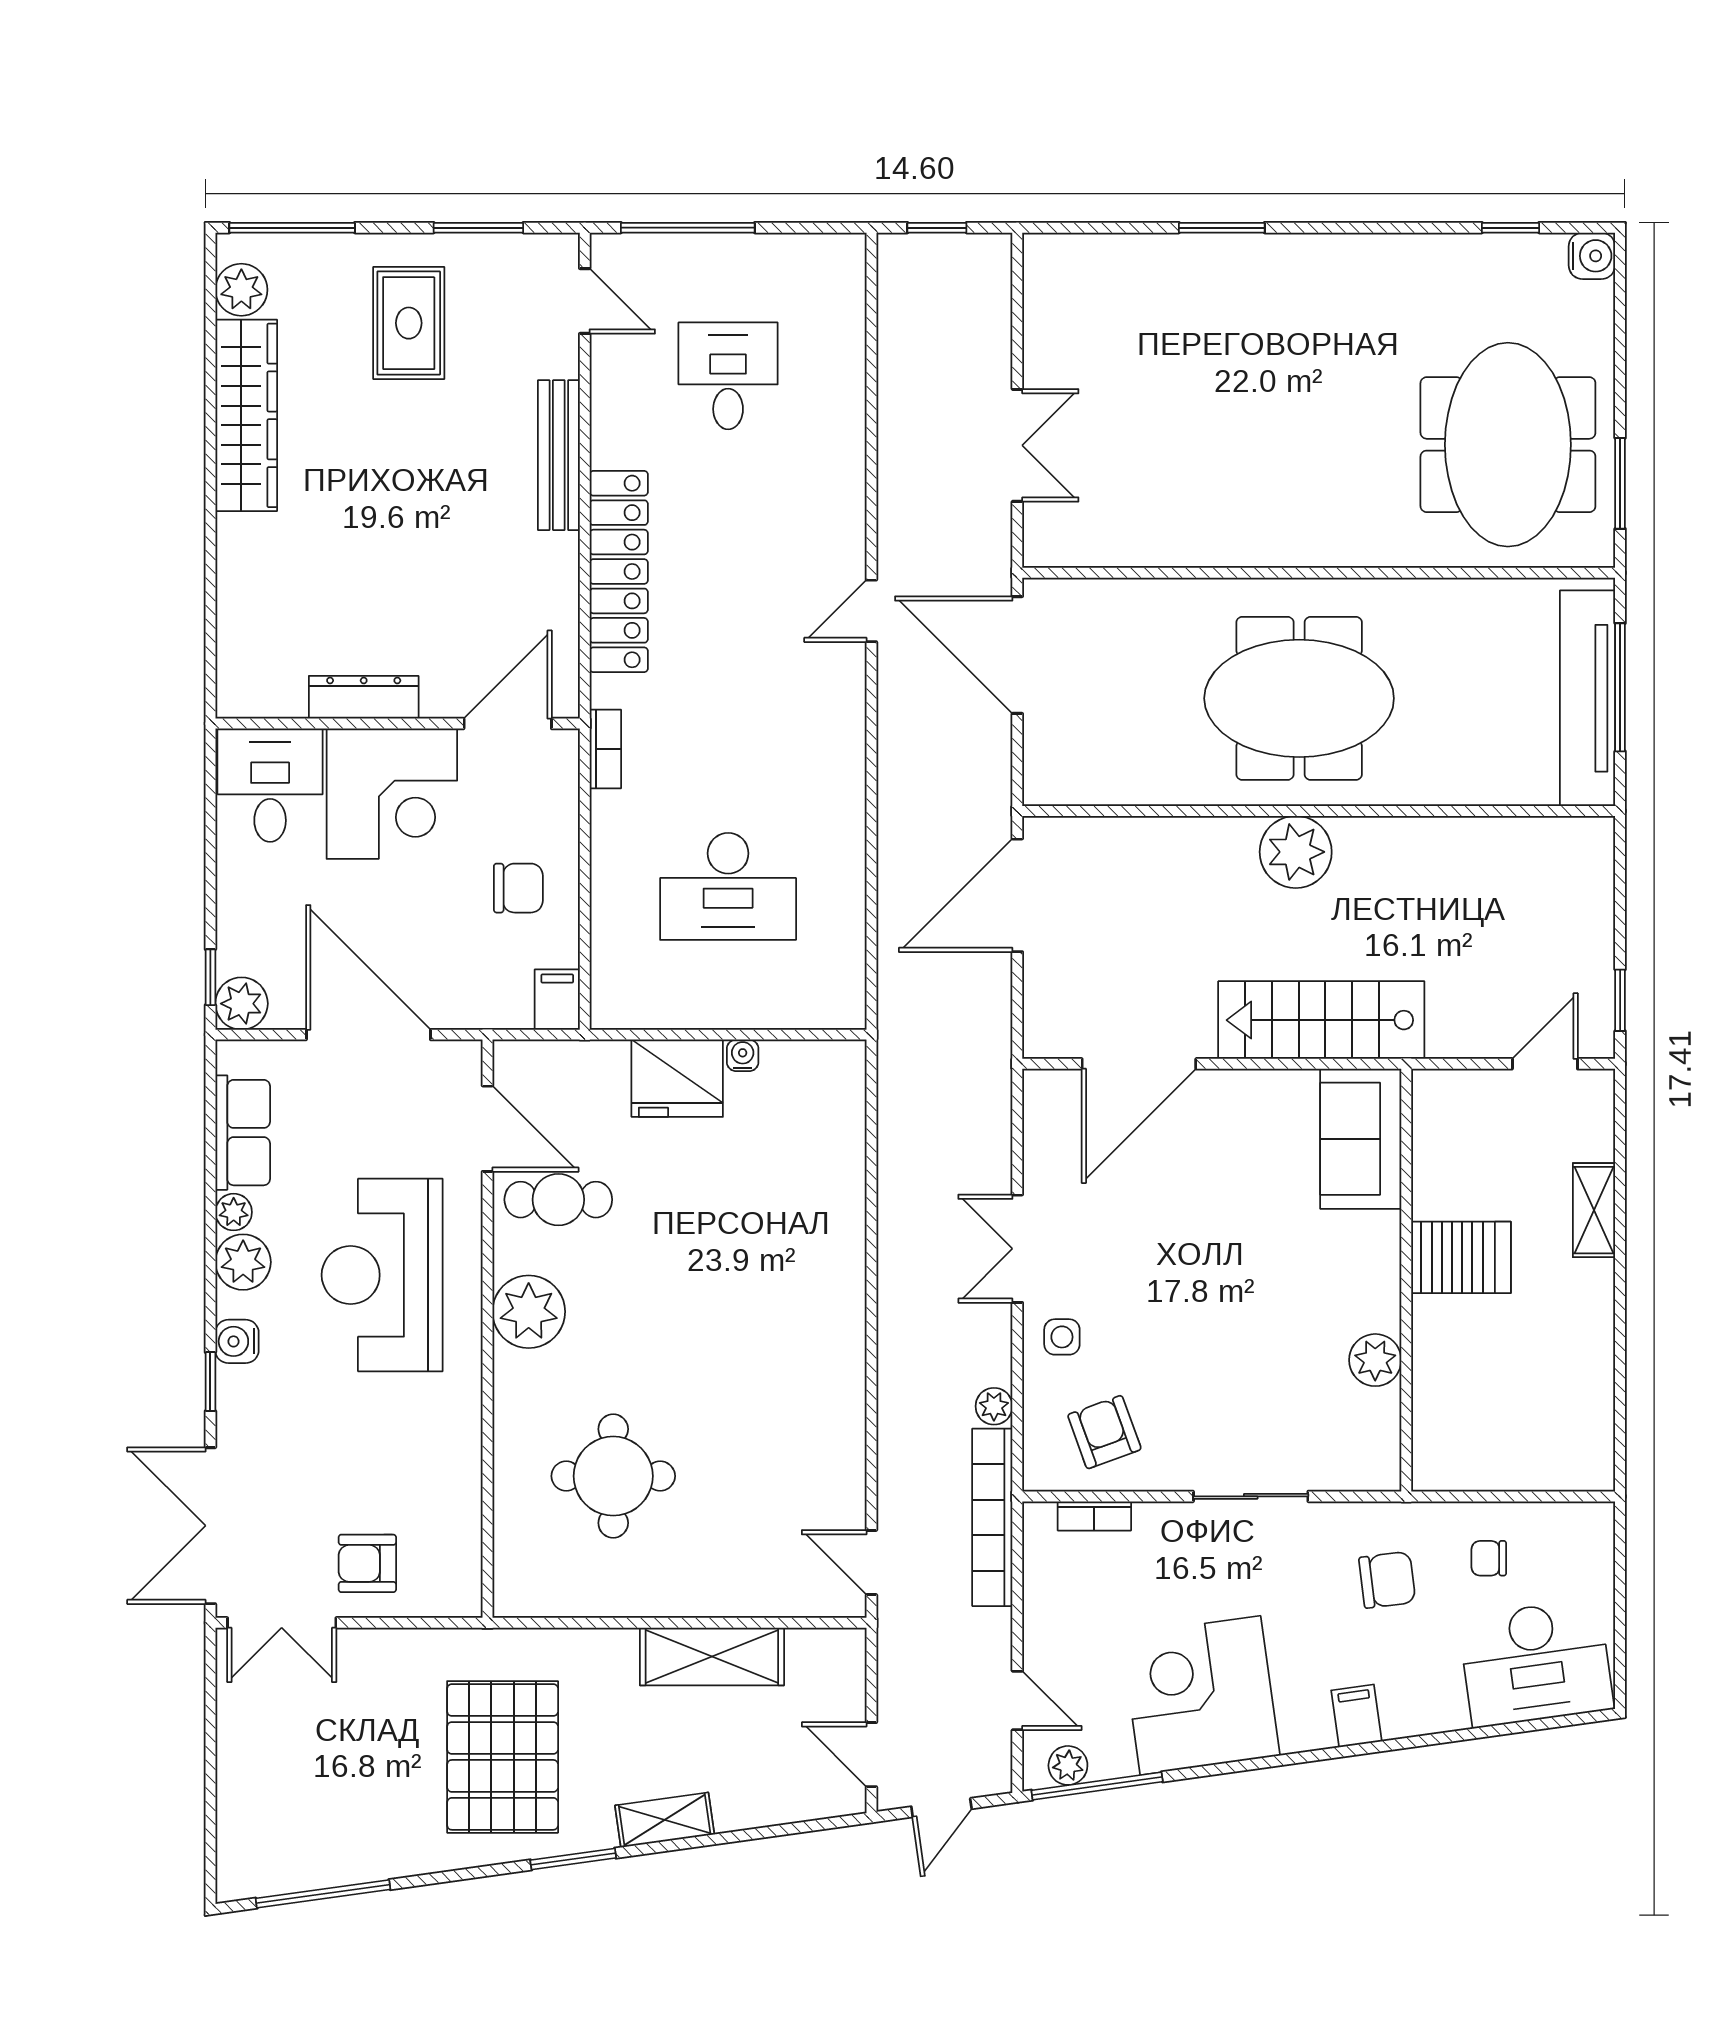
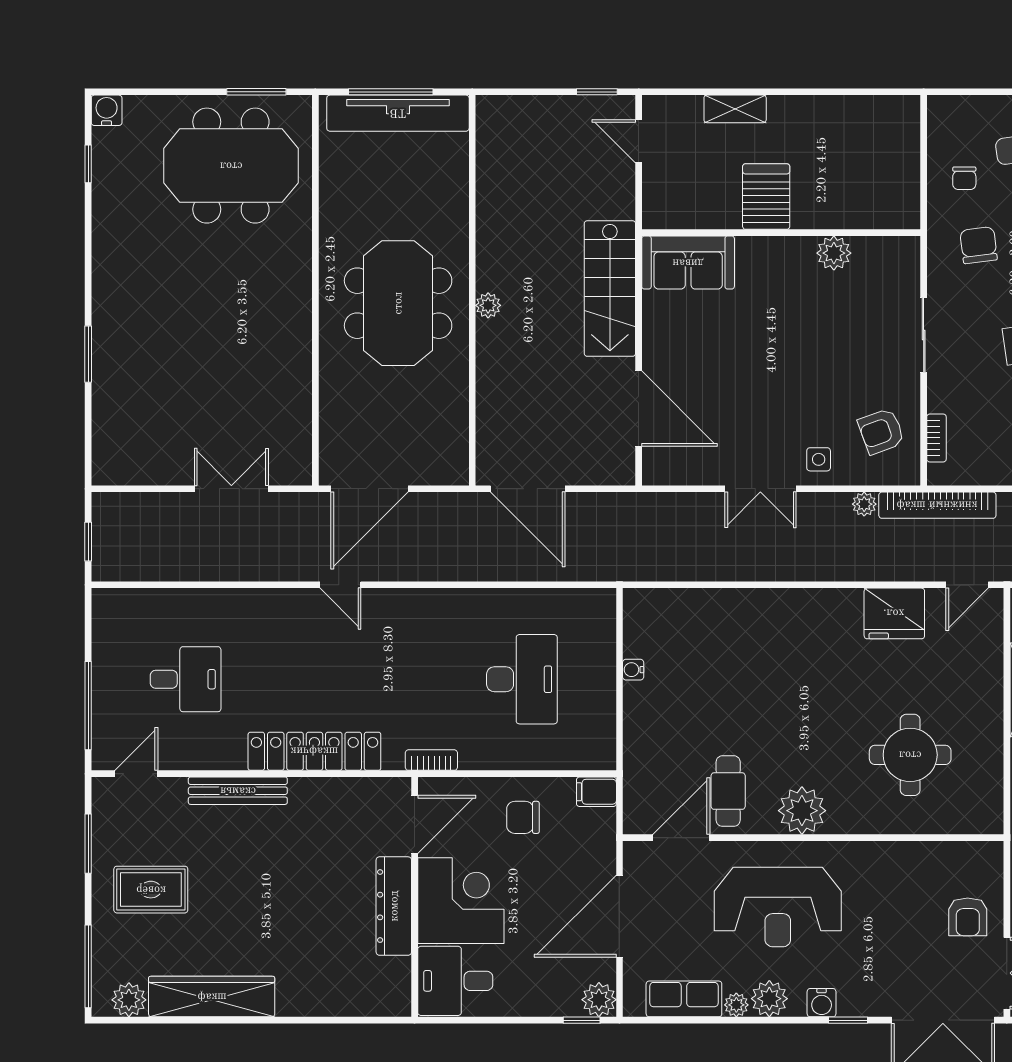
desk: (728, 376) -> (186, 679), turned 180
dresser: (364, 697) -> (394, 906), width x1.37, depth x1.24
door: (508, 724) -> (415, 824), swing flipped
plant: (1296, 852) -> (488, 305), width x0.53, depth x0.53
chair: (518, 888) -> (523, 817), turned -90
fridge: (677, 1078) -> (894, 613), moved, turned 90

